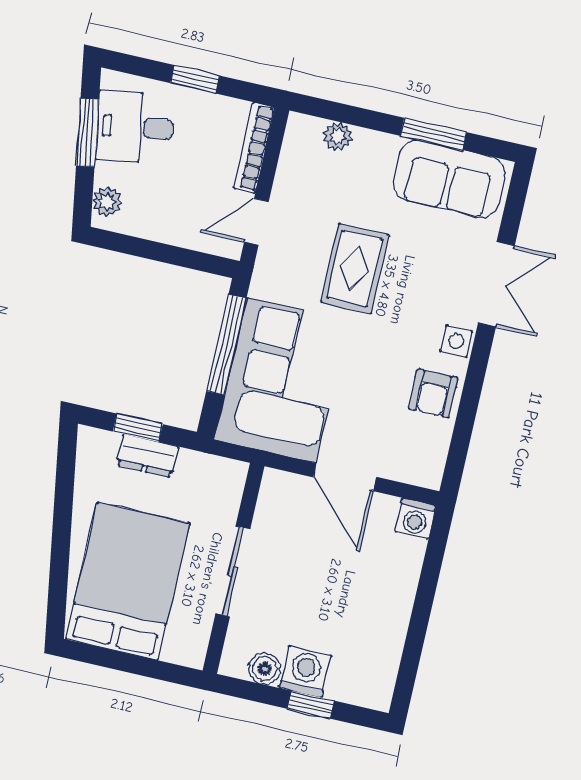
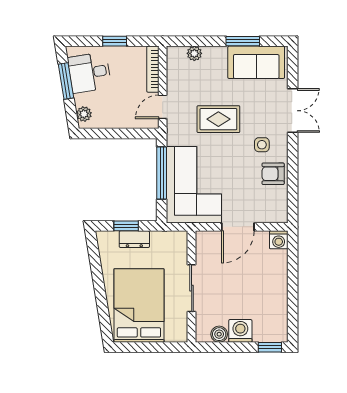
rug: (355, 269) -> (218, 119), turned 90
side table: (456, 341) -> (262, 145), moved
armchair: (433, 393) -> (273, 174), turned 90
door: (345, 477) -> (238, 227), hinge flipped
window: (311, 705) -> (270, 347), moved

